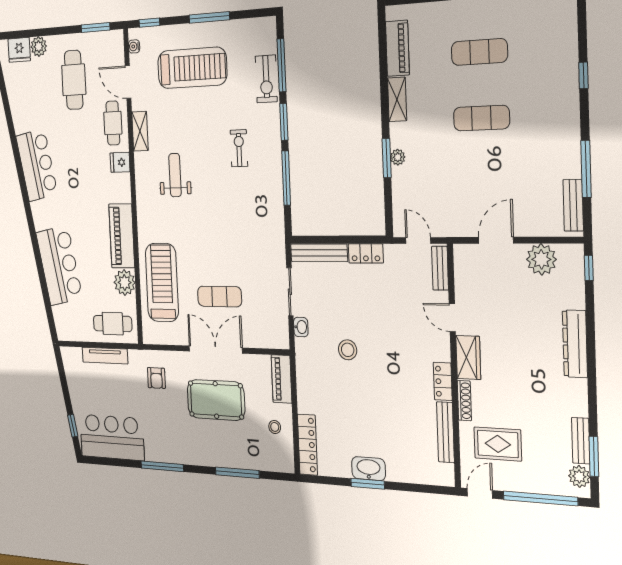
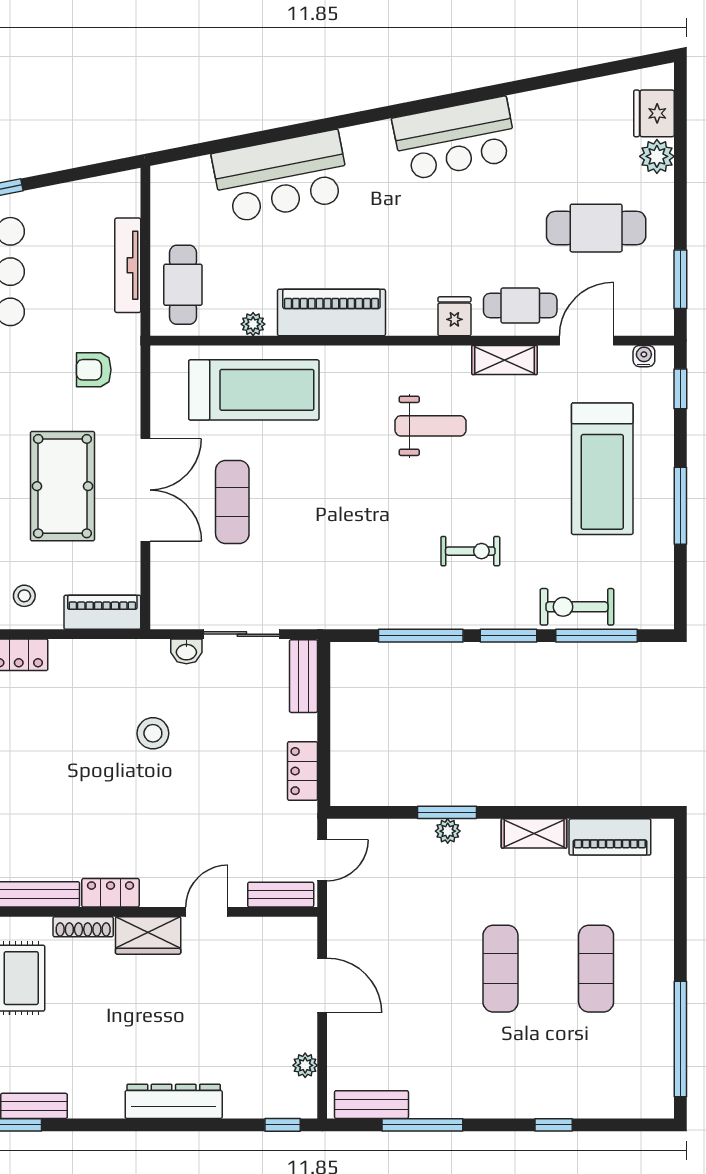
bench: (319, 253) -> (303, 676), width x0.73
plant: (541, 259) -> (305, 1065), width x0.53, depth x0.53
plant: (125, 283) -> (253, 324), width x0.53, depth x0.53

